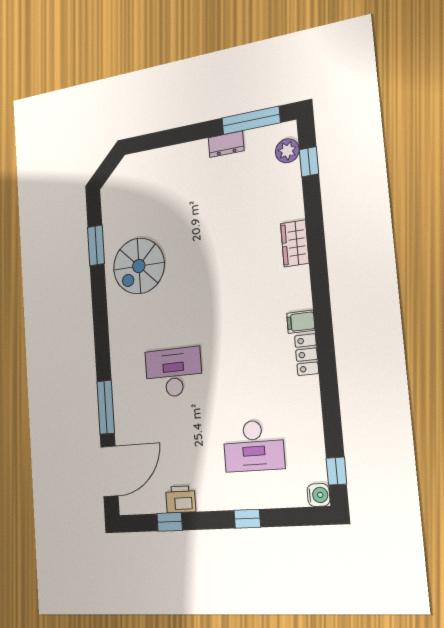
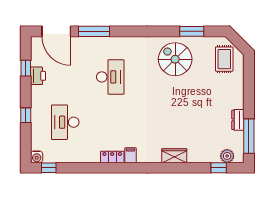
rug: (133, 185) -> (224, 59), added

